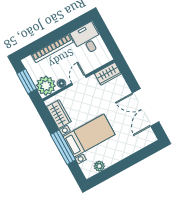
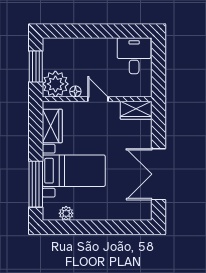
bookcase: (52, 48) -> (87, 44), removed
door: (79, 80) -> (98, 99), hinge flipped
window: (63, 147) -> (36, 184), moved

